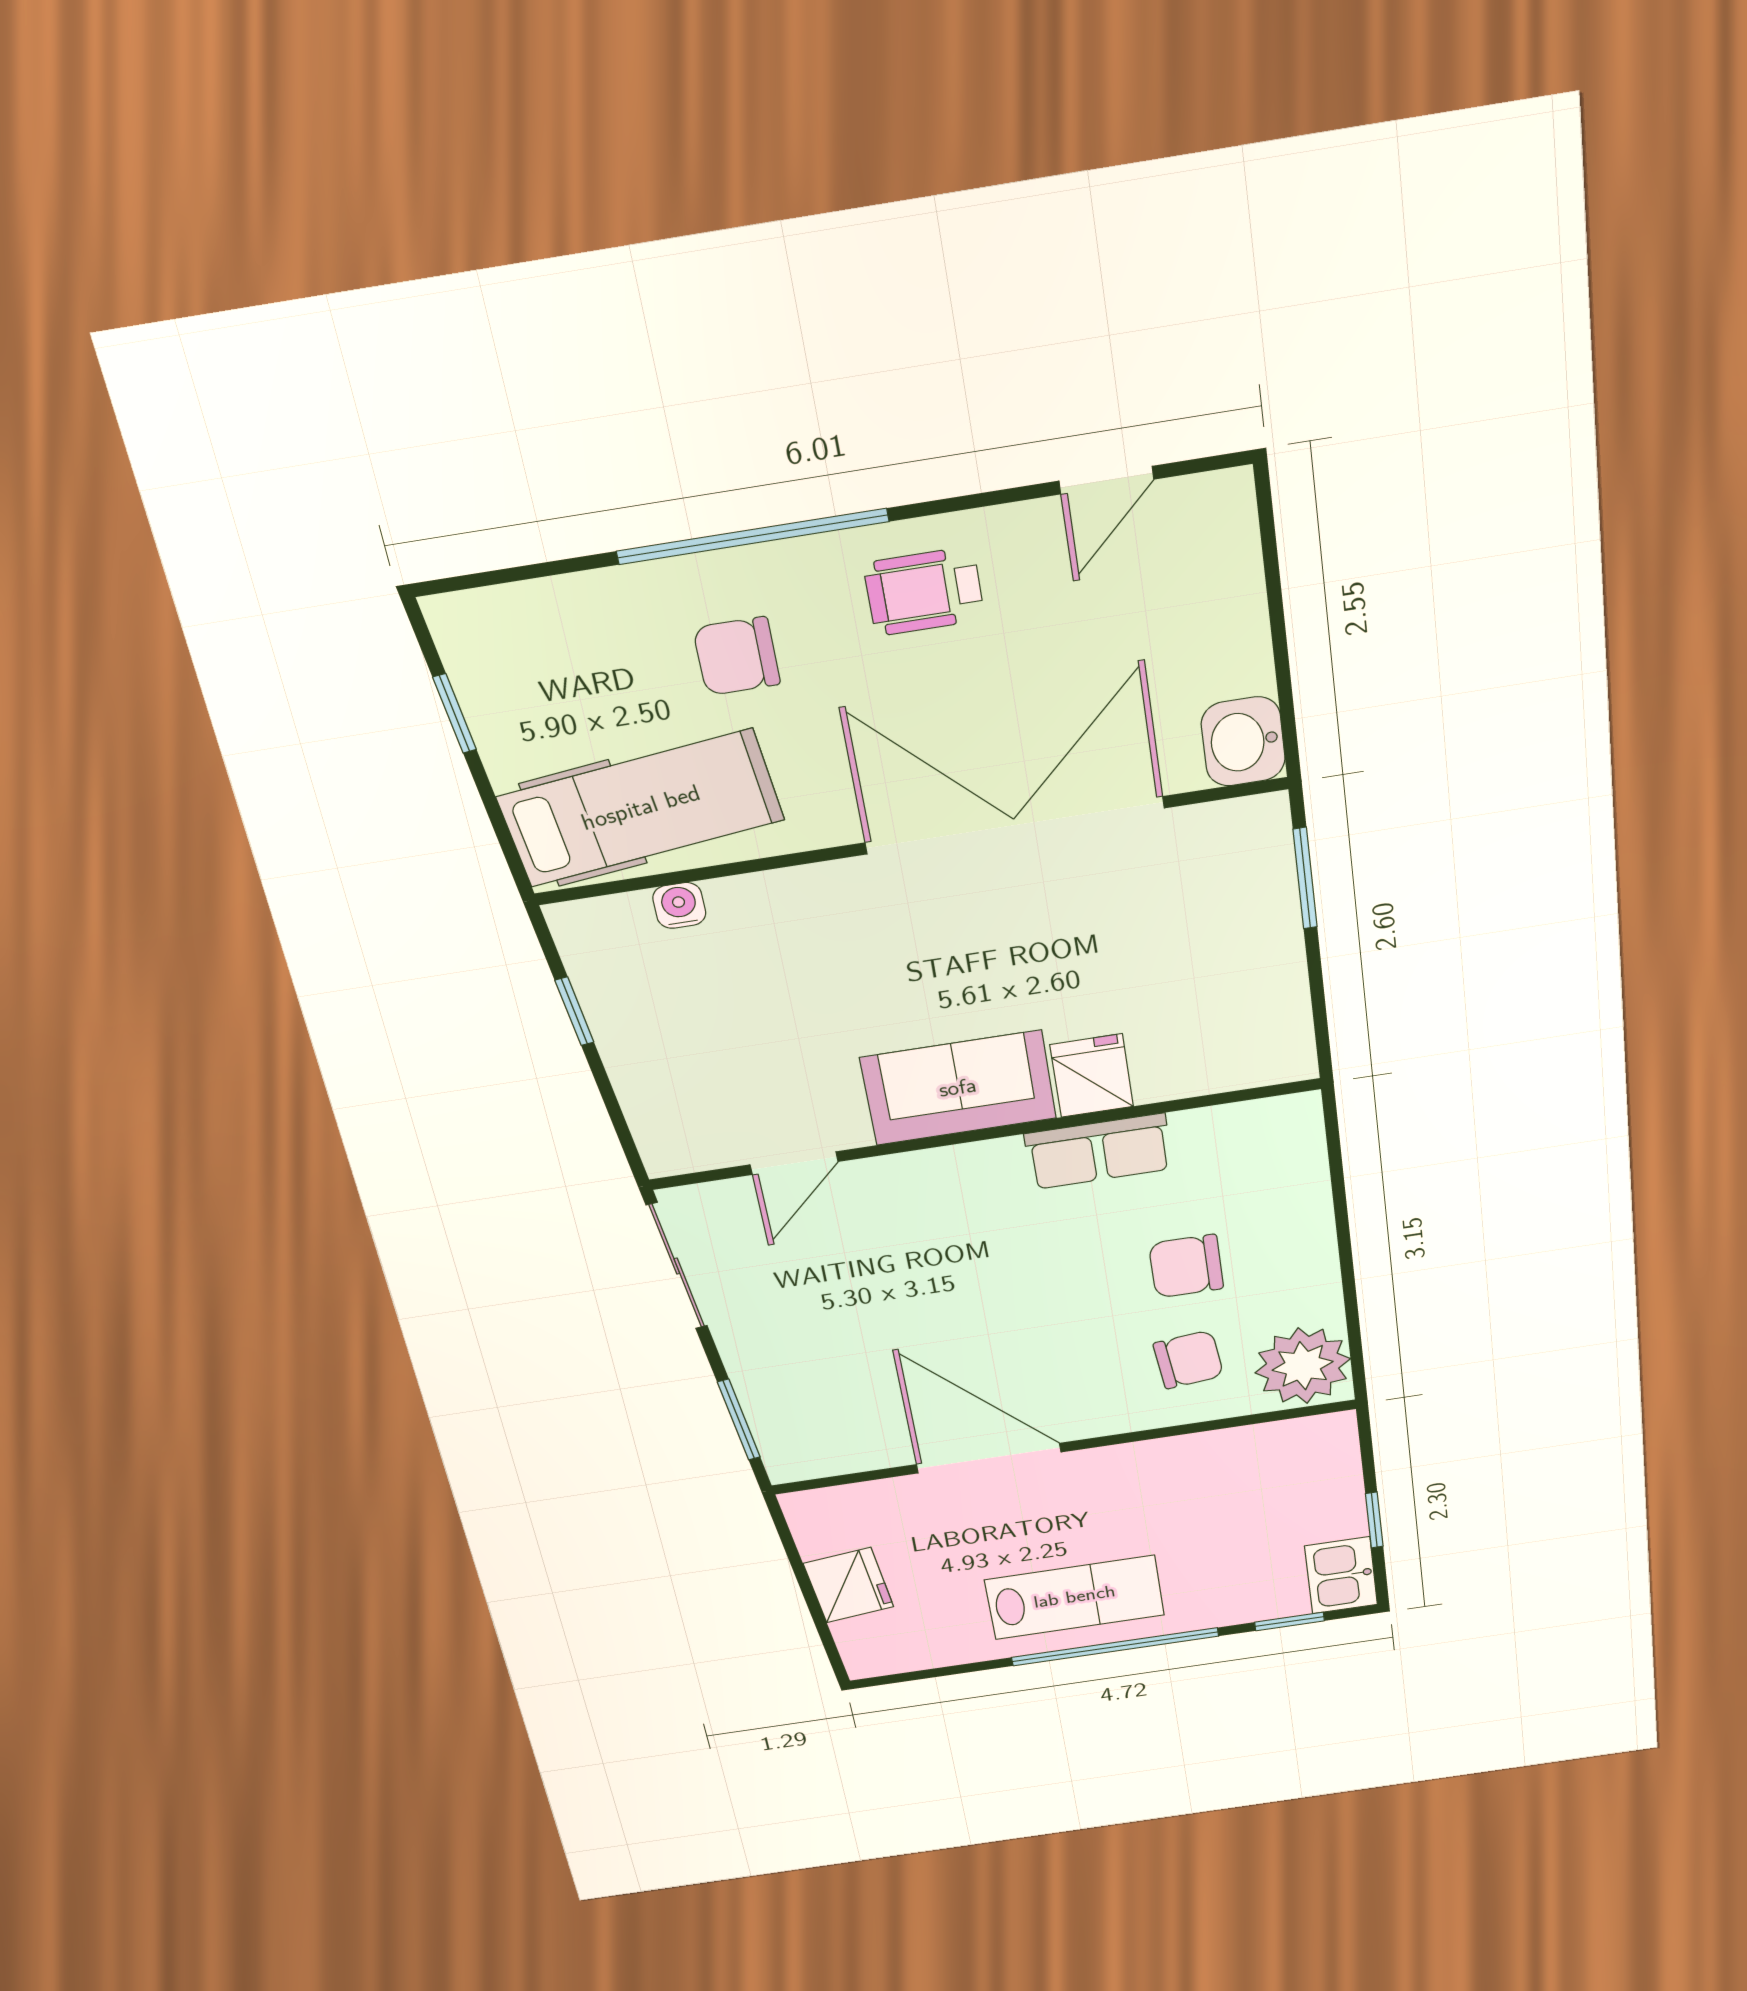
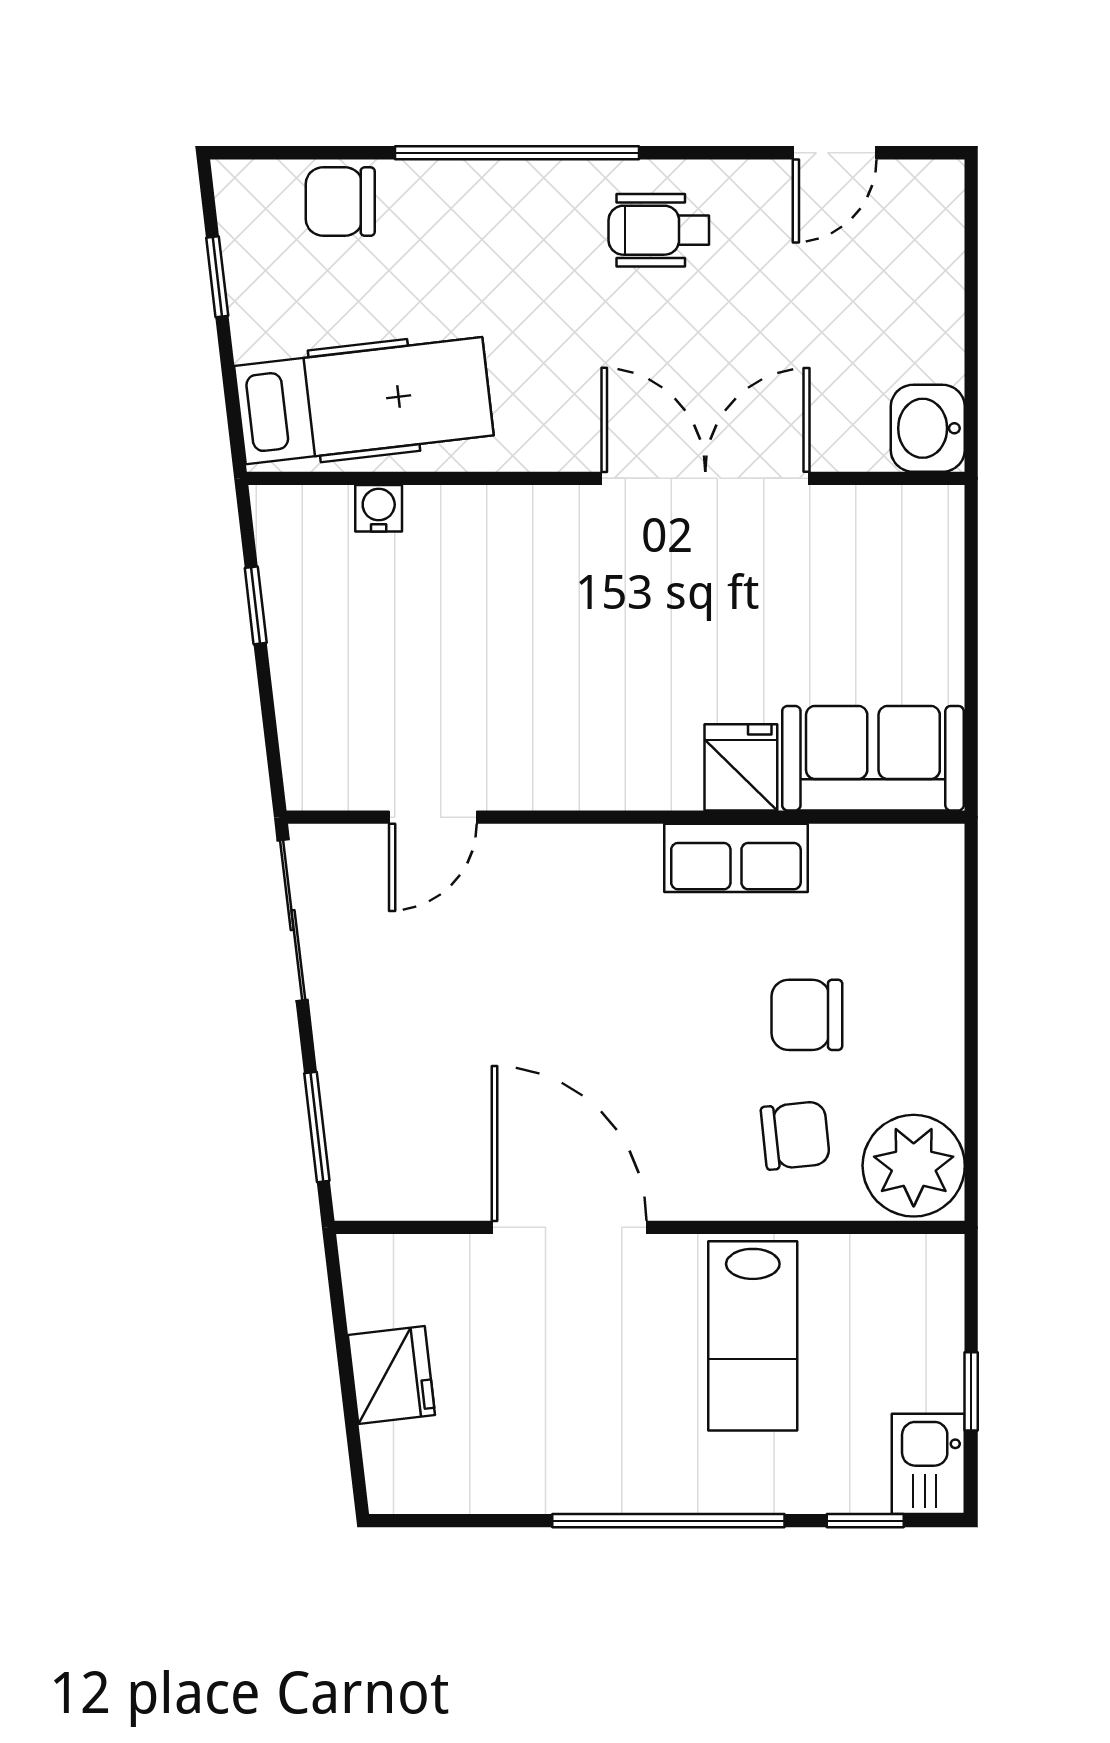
chair: (737, 656) -> (340, 202), moved
double door: (1015, 825) -> (705, 478), width x0.73
window: (1305, 878) -> (971, 583), removed
sofa: (958, 1088) -> (873, 758), moved
lab bench: (1075, 1597) -> (753, 1336), moved, turned 90

